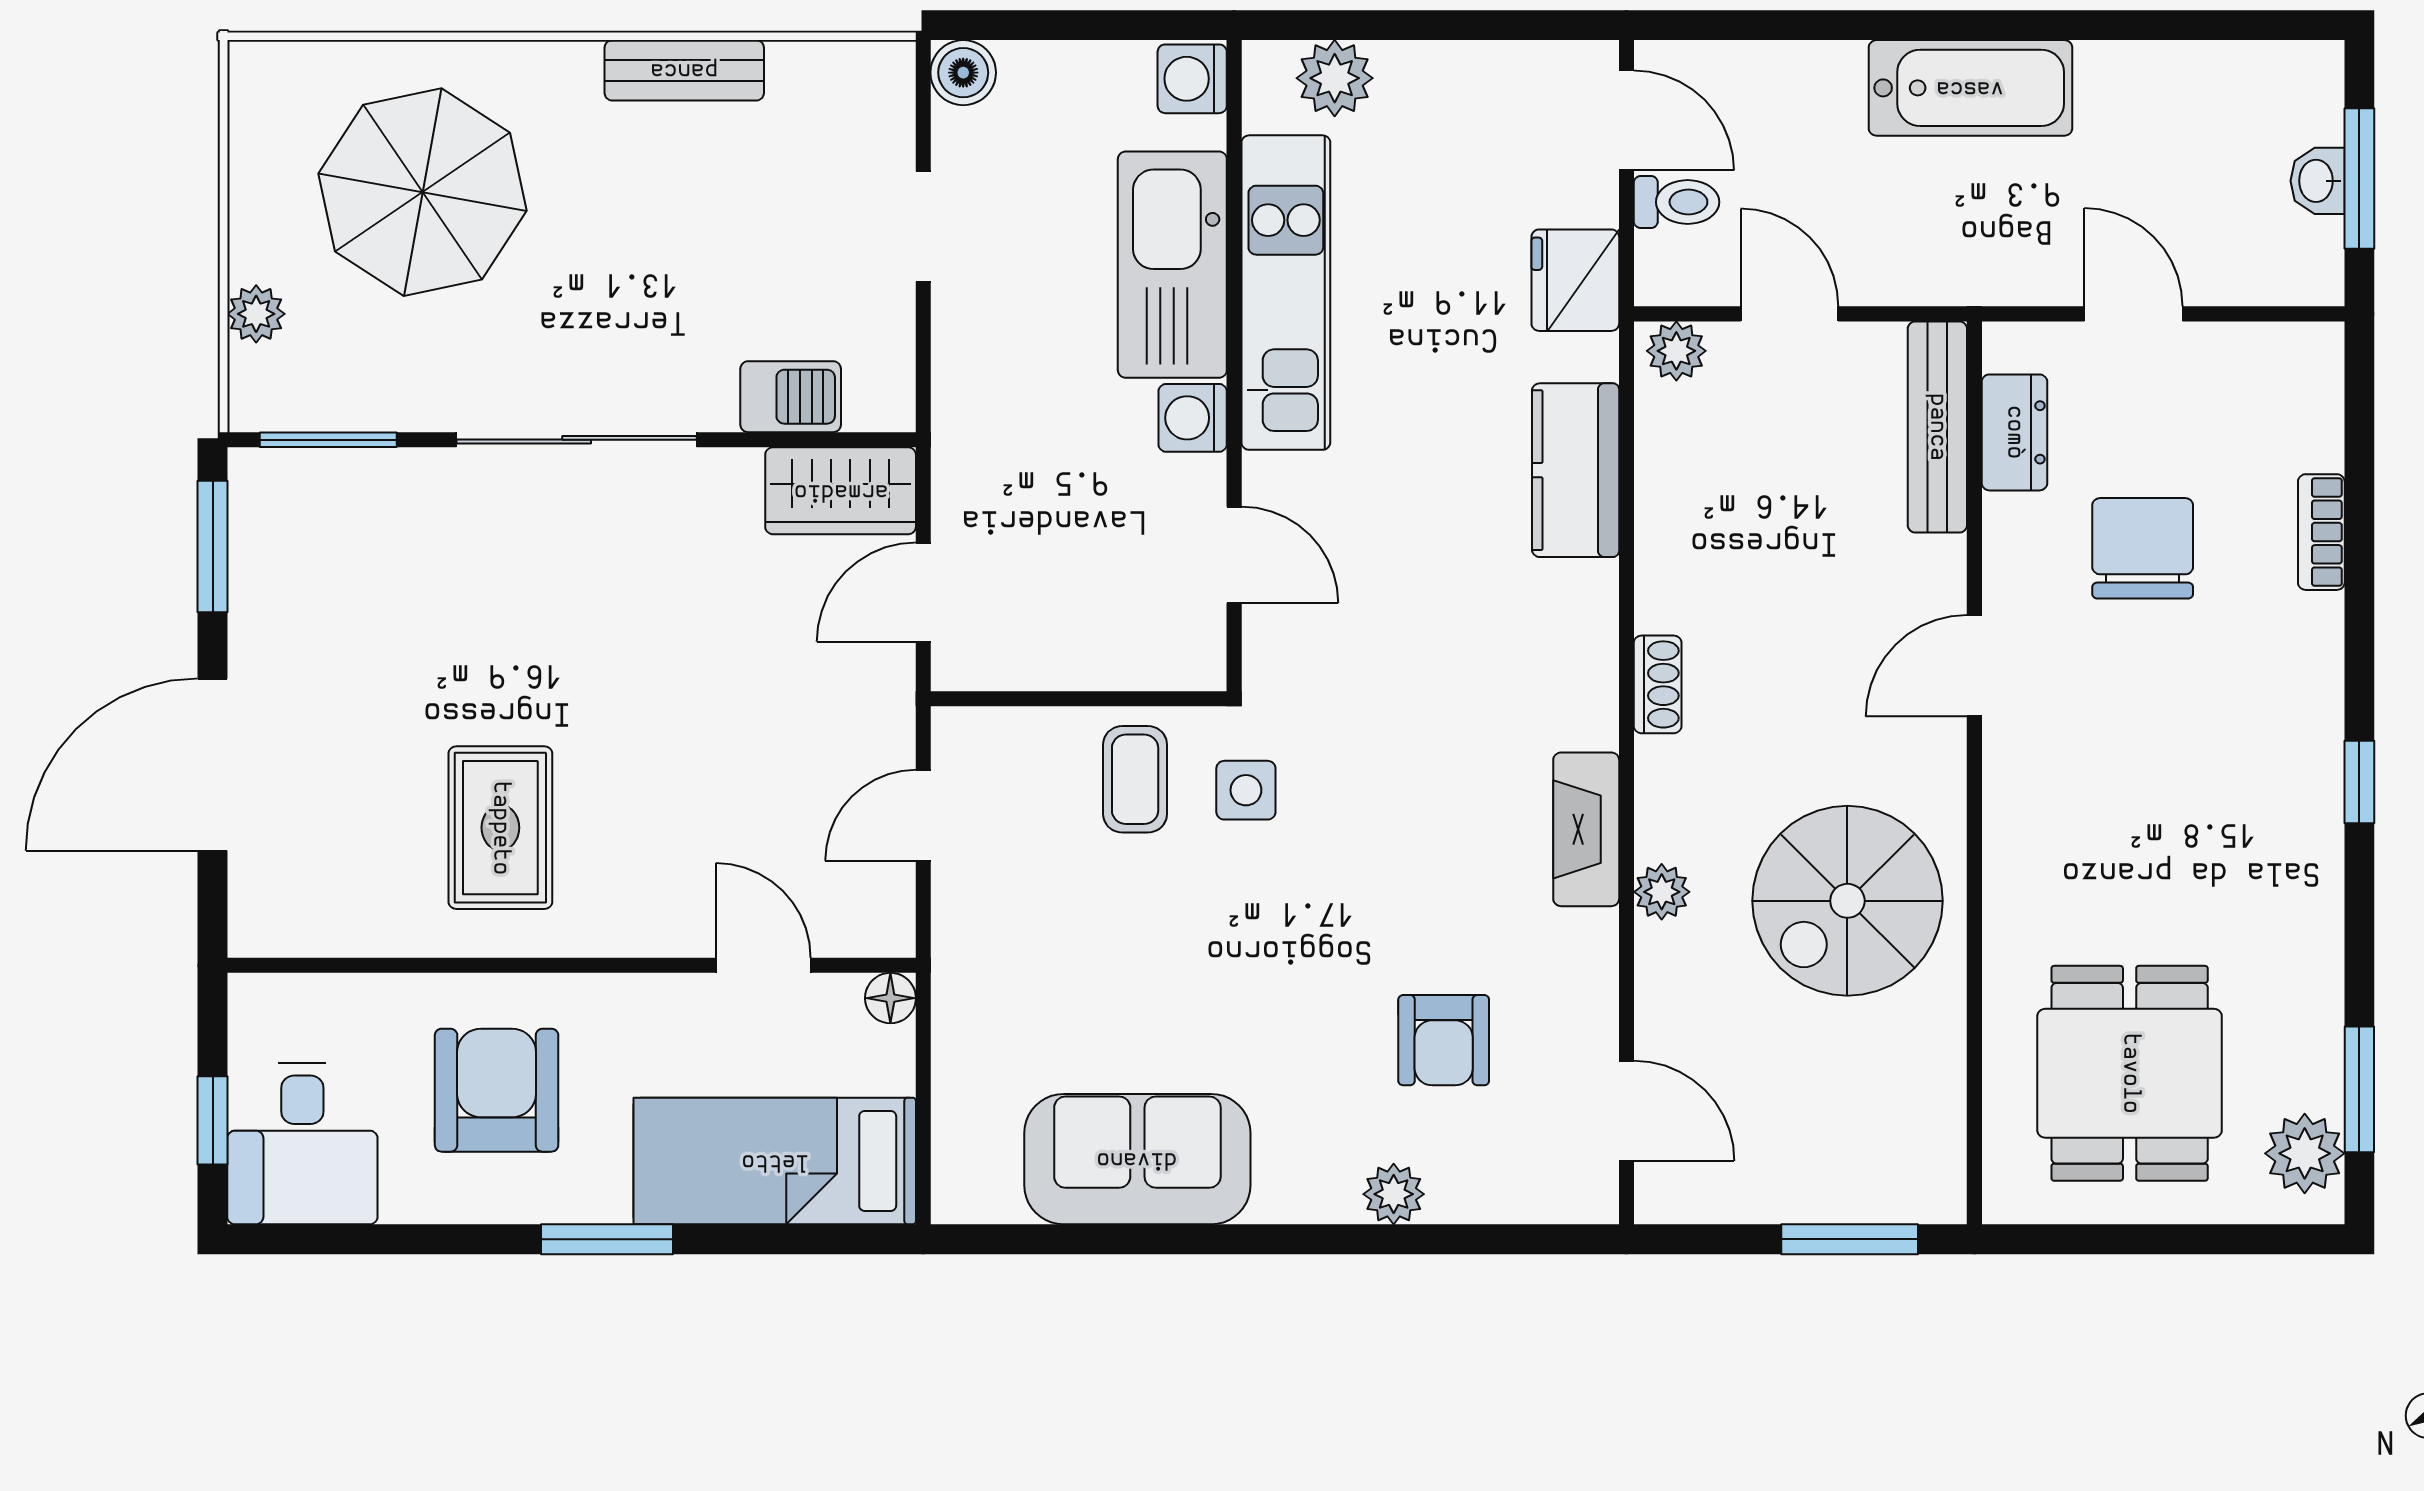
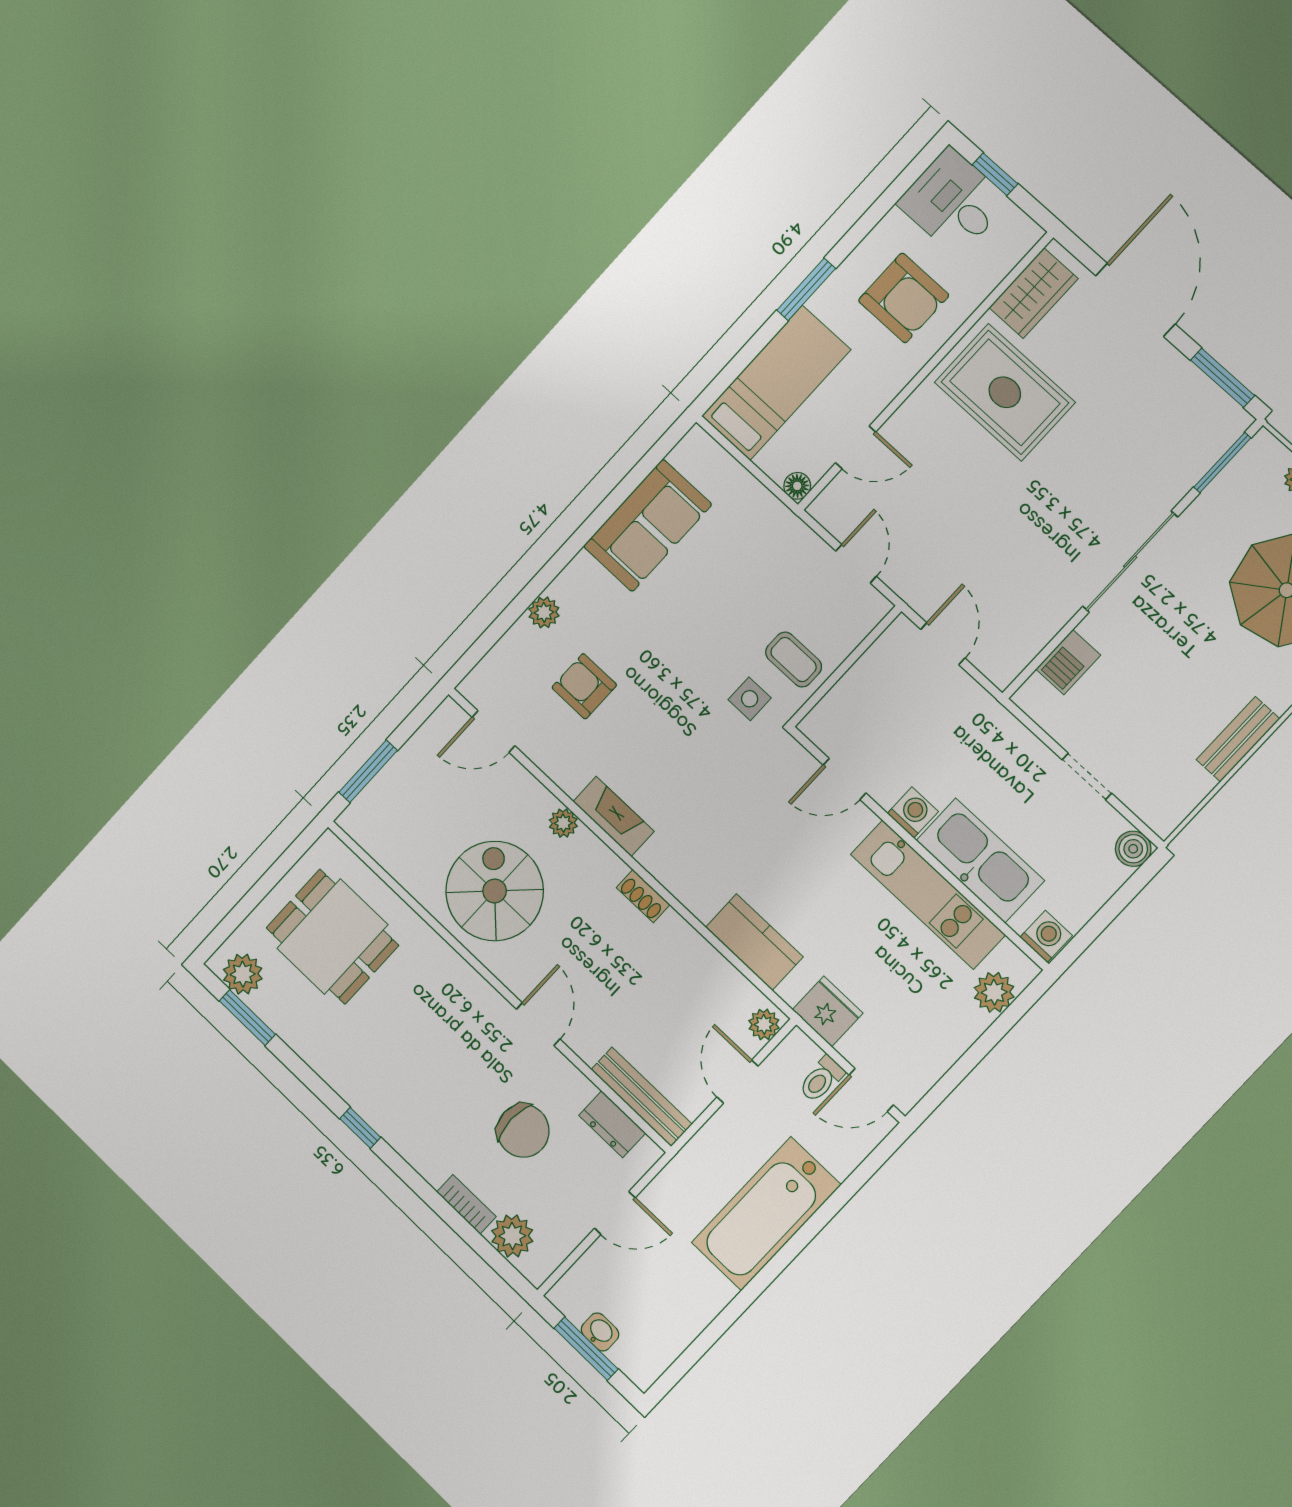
bathtub: (1970, 88) -> (766, 1214), width x1.36, depth x1.36
door: (1790, 314) -> (738, 1082), swing flipped
plant: (2303, 427) -> (512, 1236), added
wardrobe: (841, 491) -> (1034, 293), moved, turned 180
rug: (500, 828) -> (1005, 392), width x1.36, depth x1.43

